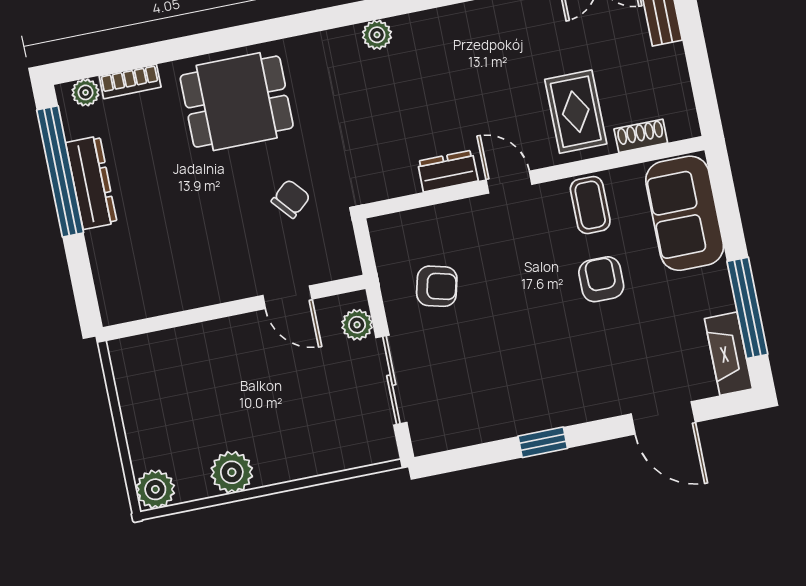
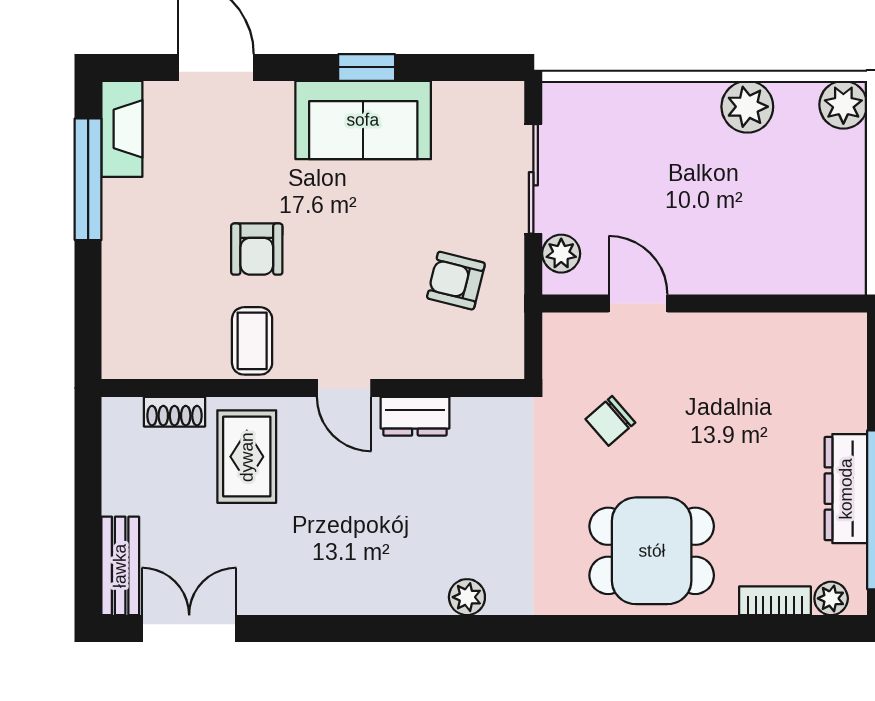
sofa: (685, 213) -> (363, 120), moved, turned 90

